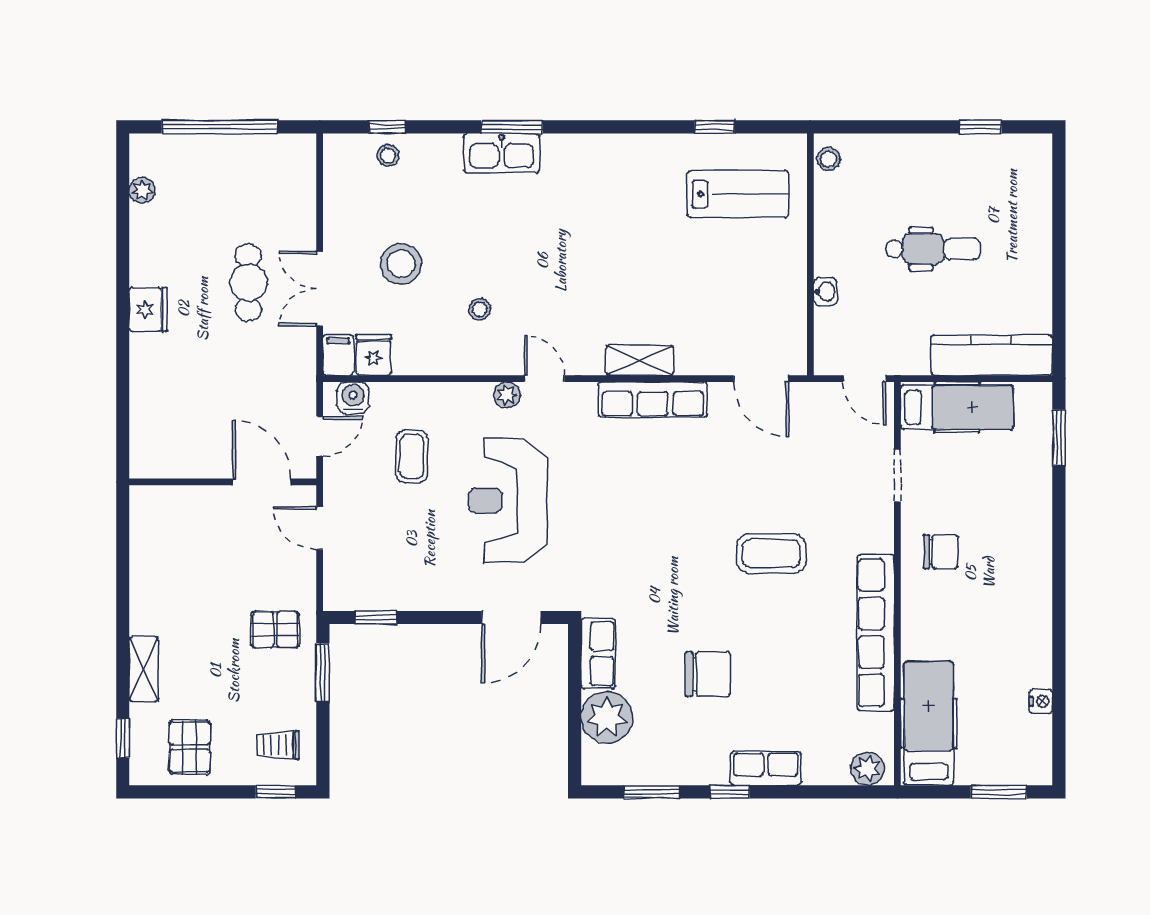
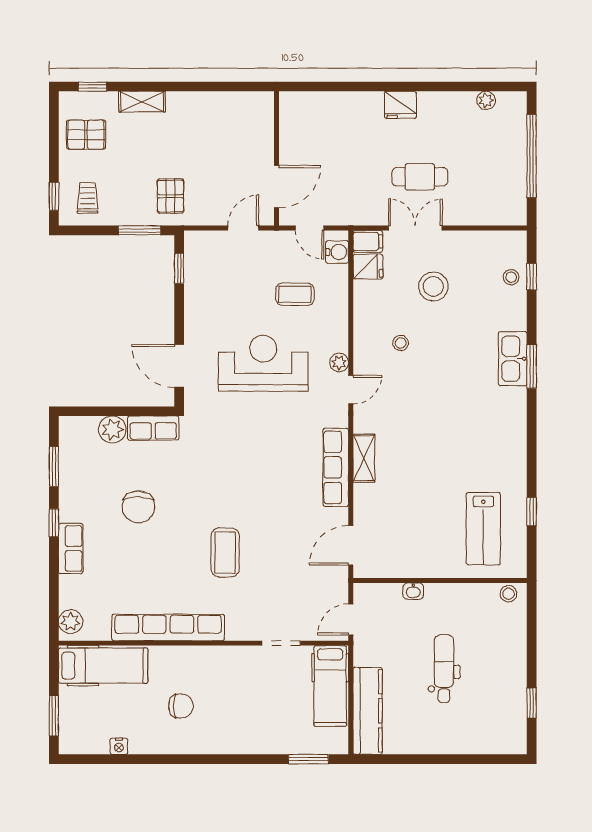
dental chair: (933, 249) -> (444, 669), turned 180
chair: (941, 552) -> (181, 706), moved, turned -90
plant: (607, 717) -> (112, 429), width x0.73, depth x0.73

